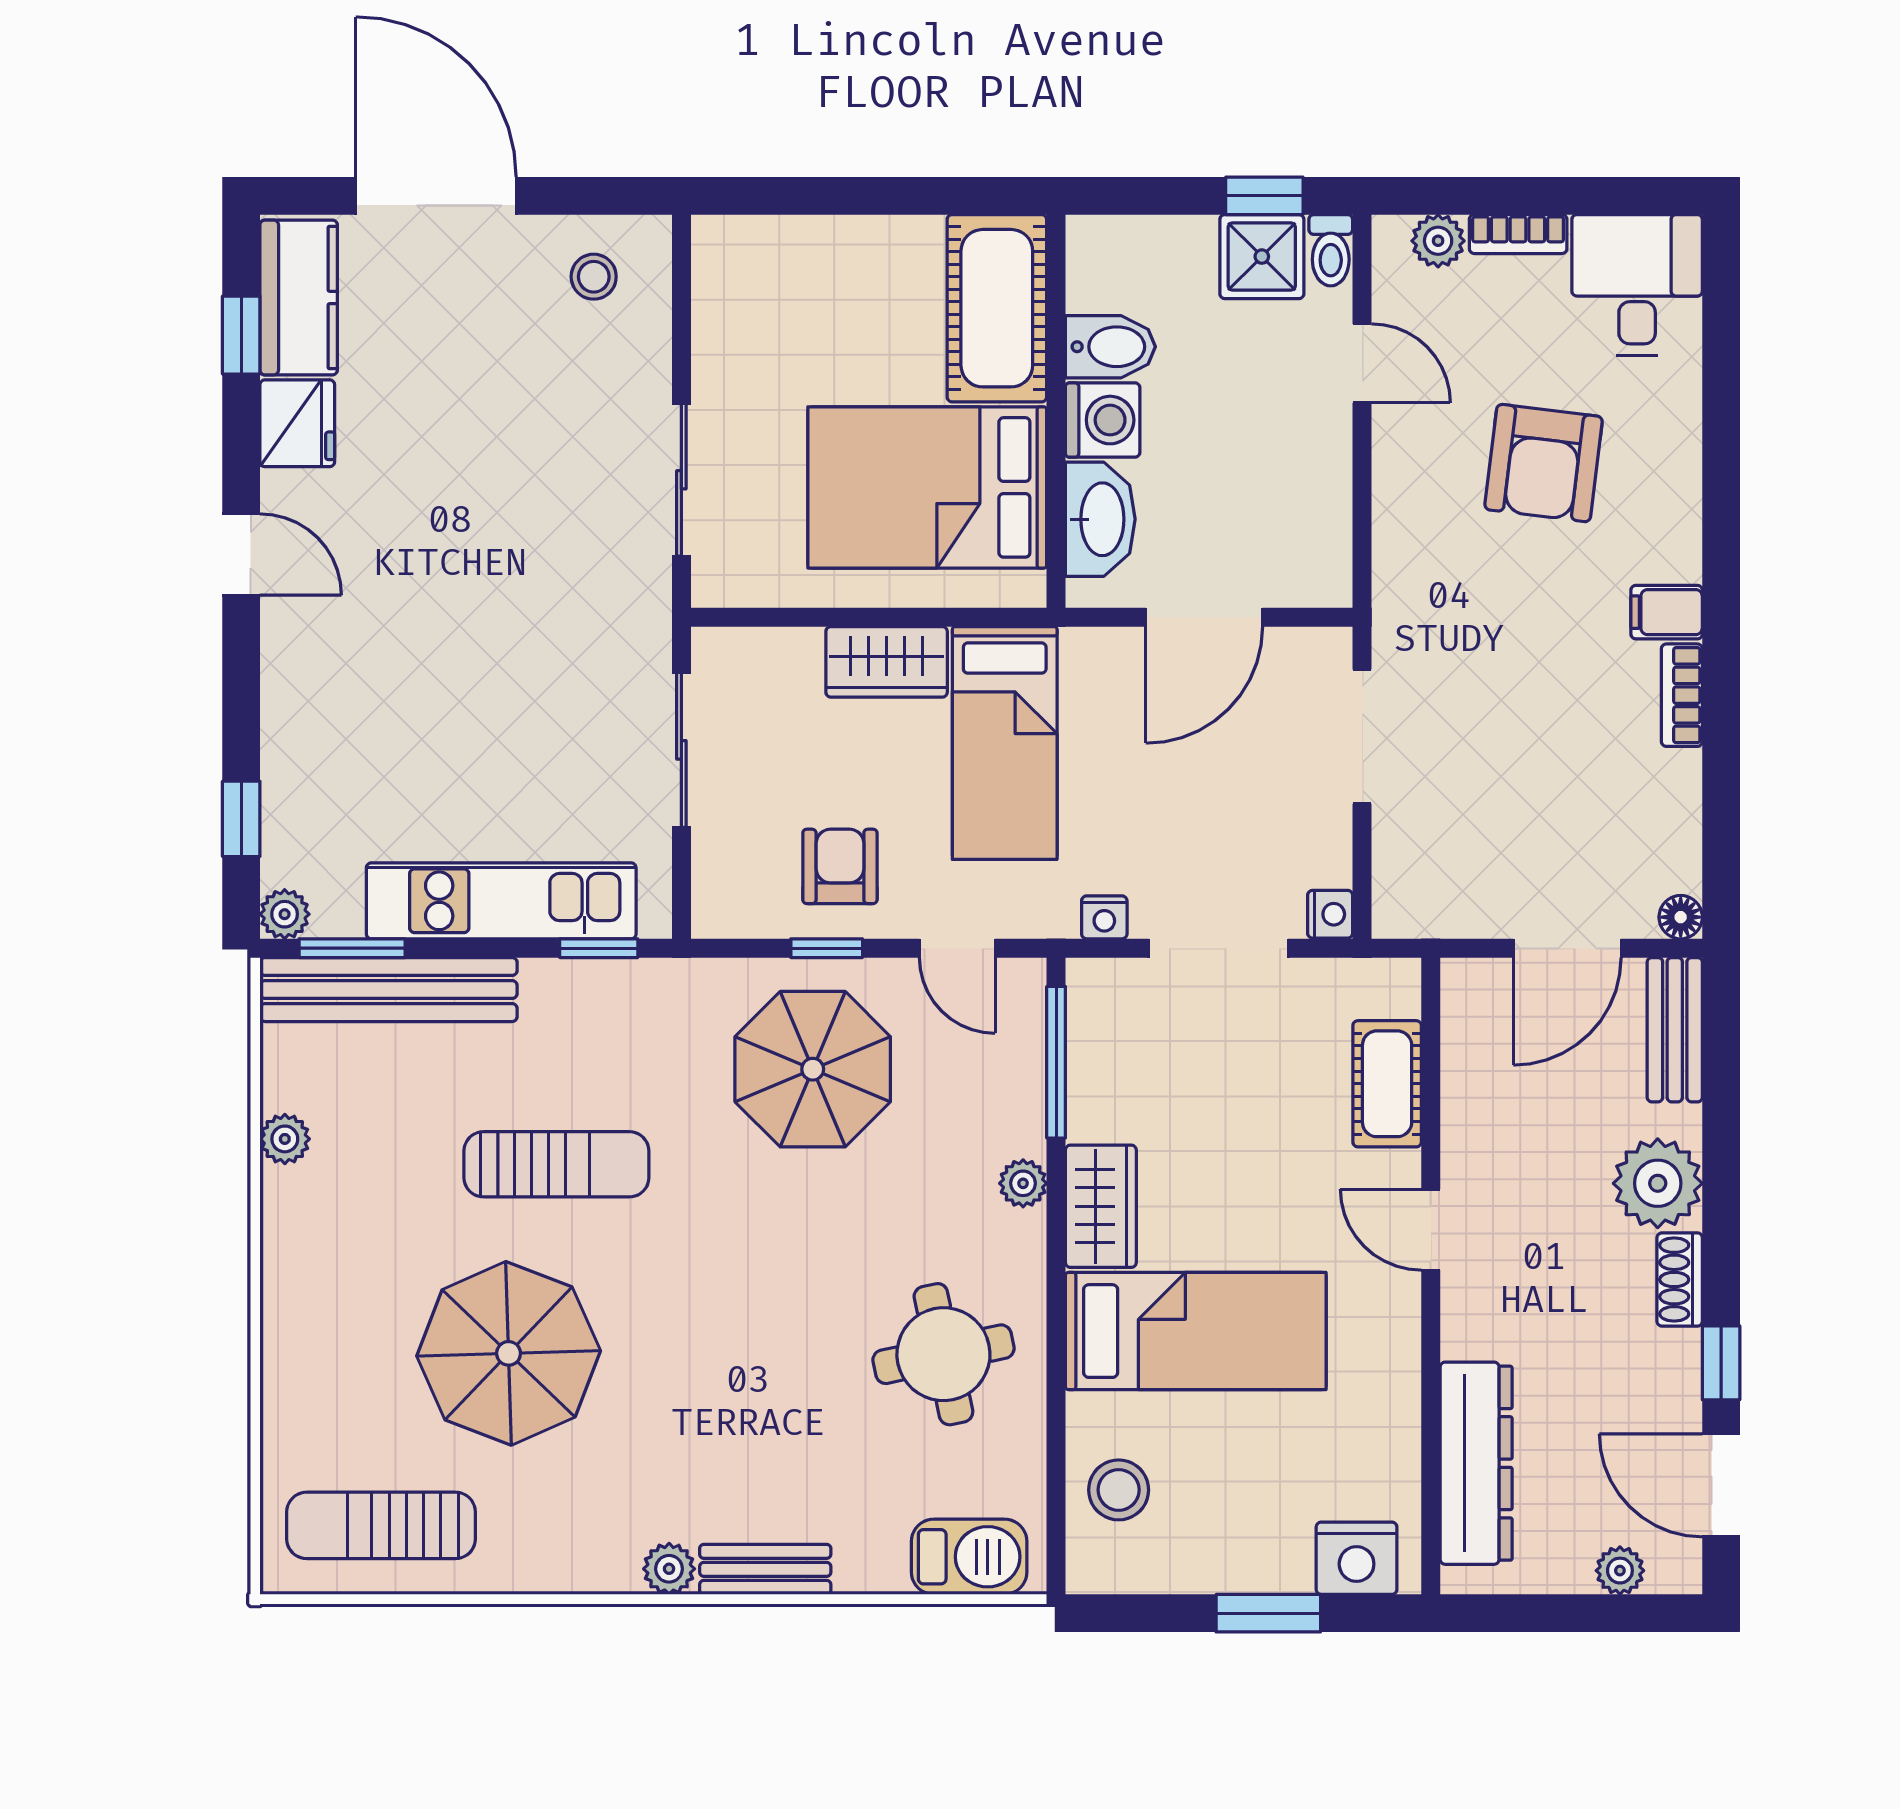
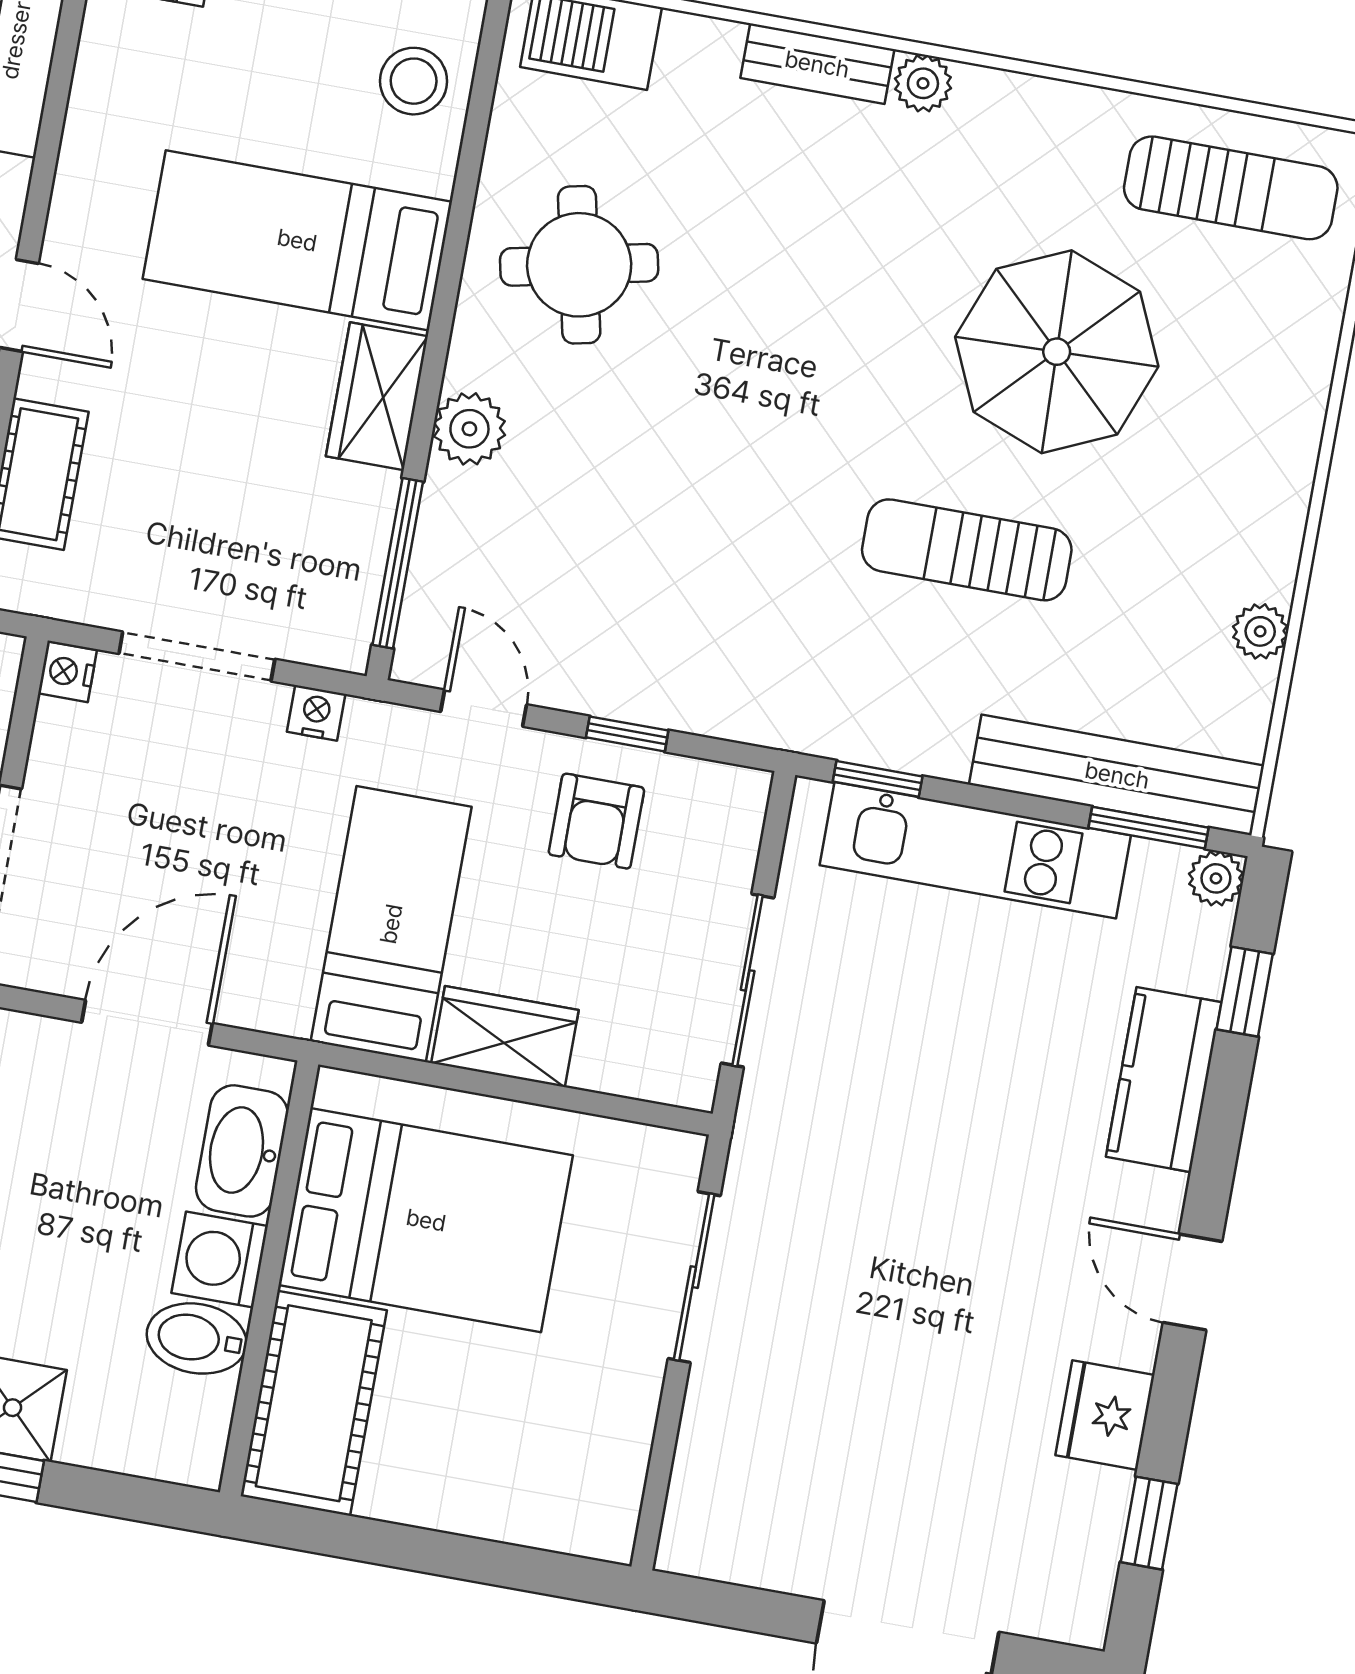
stool: (594, 277) -> (750, 1518), removed
kitchen counter: (299, 298) -> (1164, 1080), moved
parasol: (813, 1069) -> (666, 604), removed
plant: (1023, 1183) -> (469, 429), width x1.38, depth x1.38

